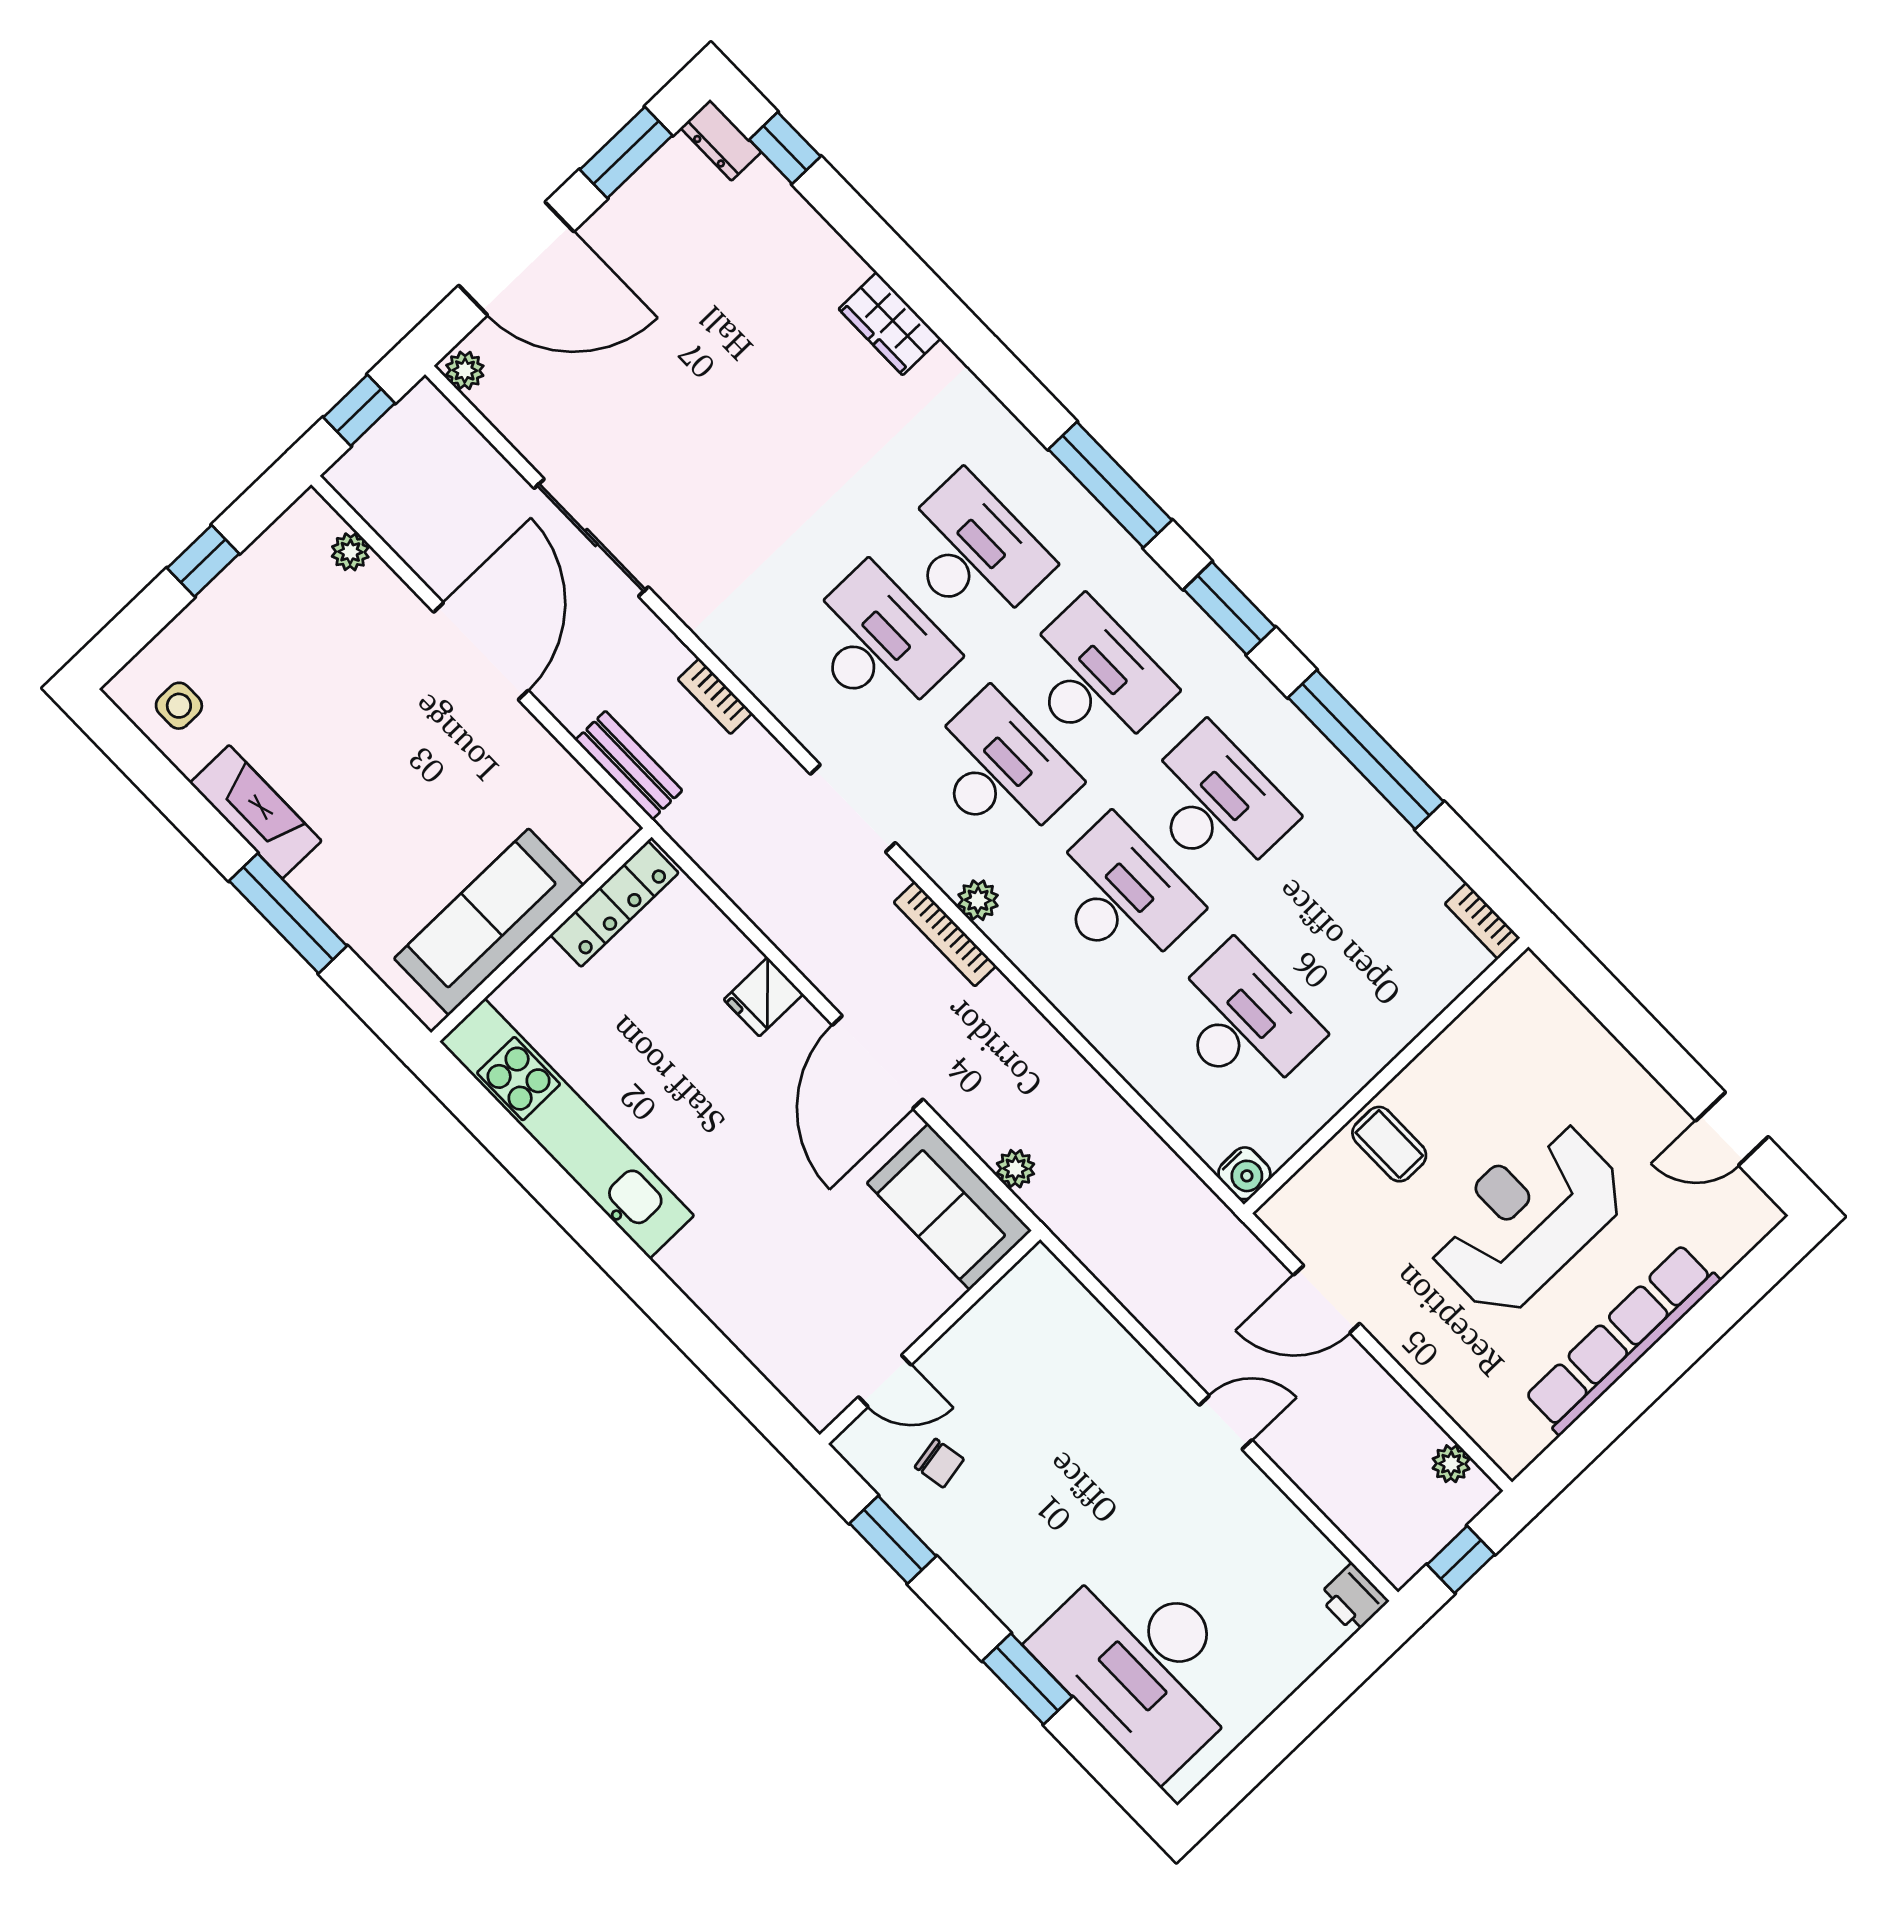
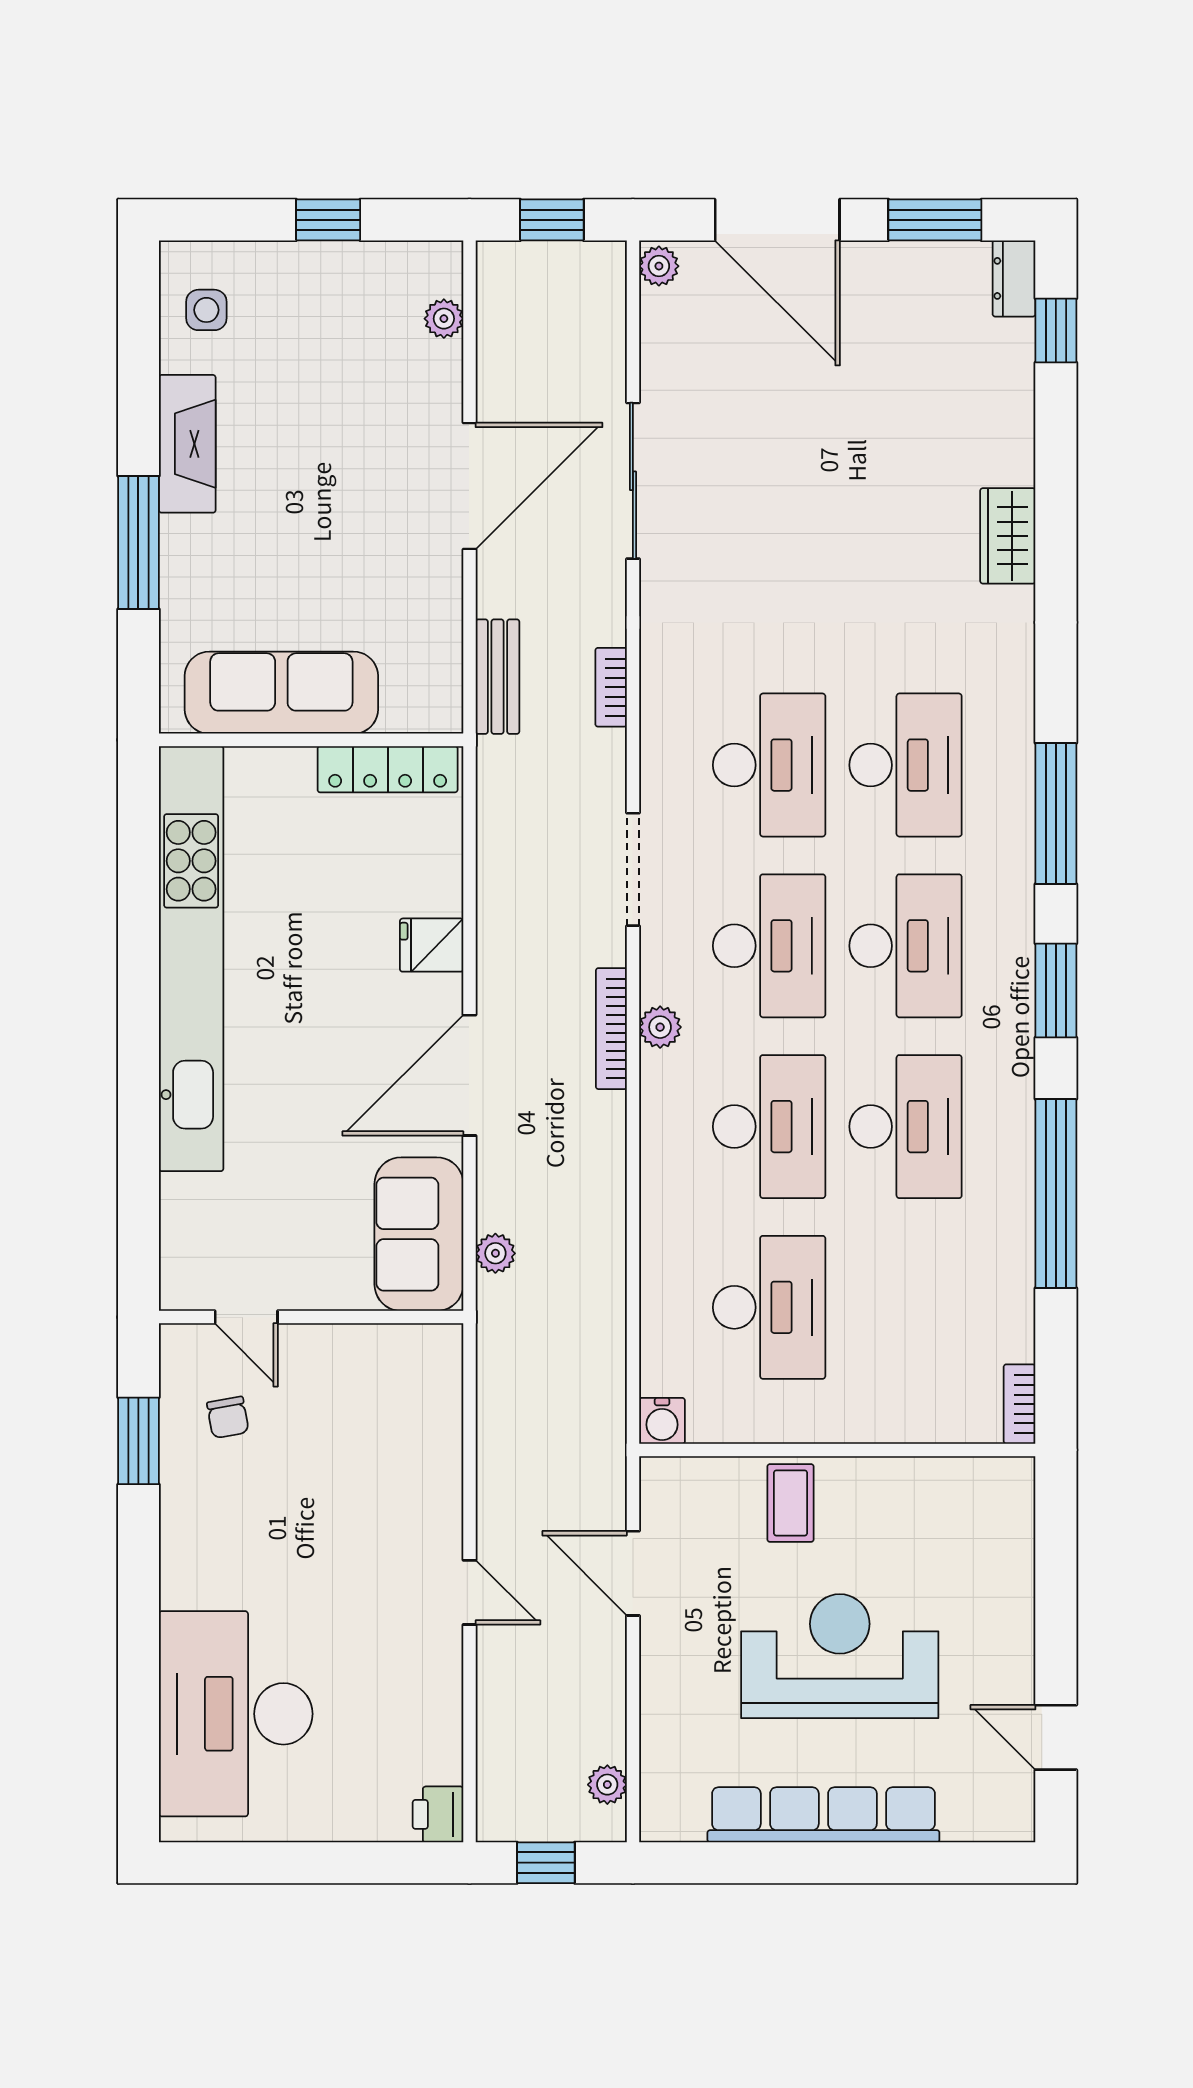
kitchen unit: (567, 1129) -> (191, 959), width x1.36
window: (1027, 1679) -> (138, 1641), removed

